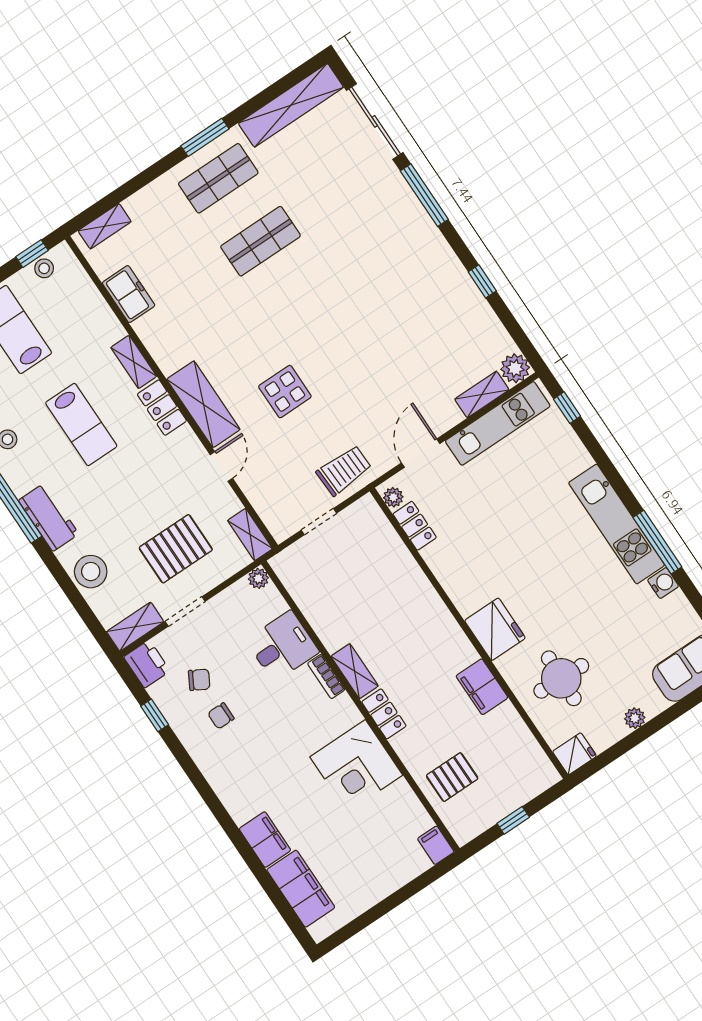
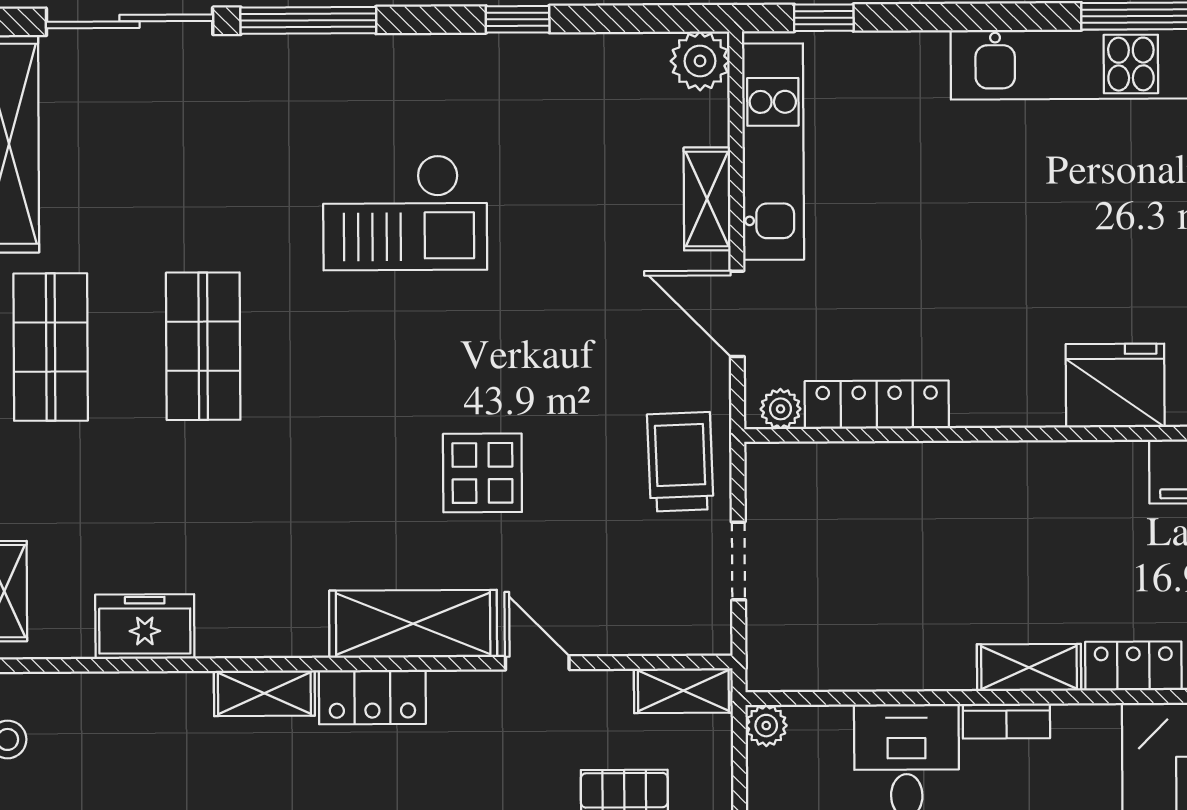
checkout: (371, 288) -> (405, 213), added
shelving: (482, 394) -> (707, 199), moved
locker: (415, 526) -> (877, 405), width x1.53

